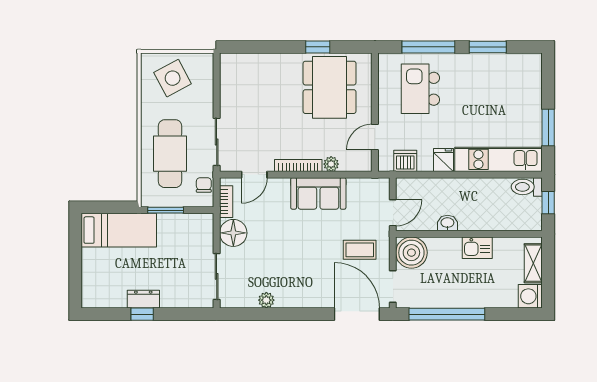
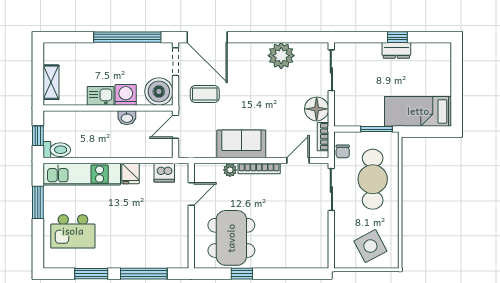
kitchen island: (420, 89) -> (73, 231), moved, turned 90
washing machine: (530, 296) -> (126, 95), moved, turned -90
plant: (266, 300) -> (281, 56), width x1.88, depth x1.88

